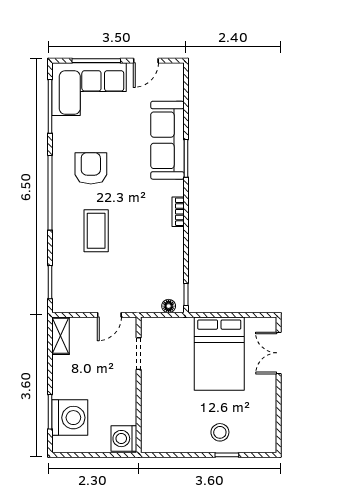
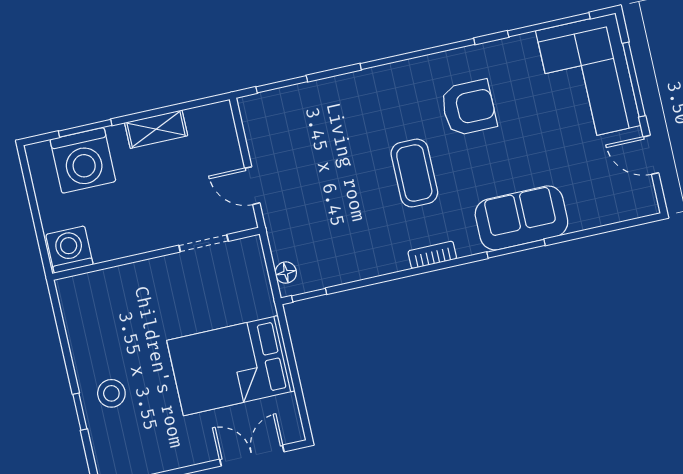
sofa: (167, 140) -> (521, 218), width x0.73
coffee table: (96, 231) -> (414, 173), moved, turned 90
shelving: (60, 336) -> (156, 129), moved

